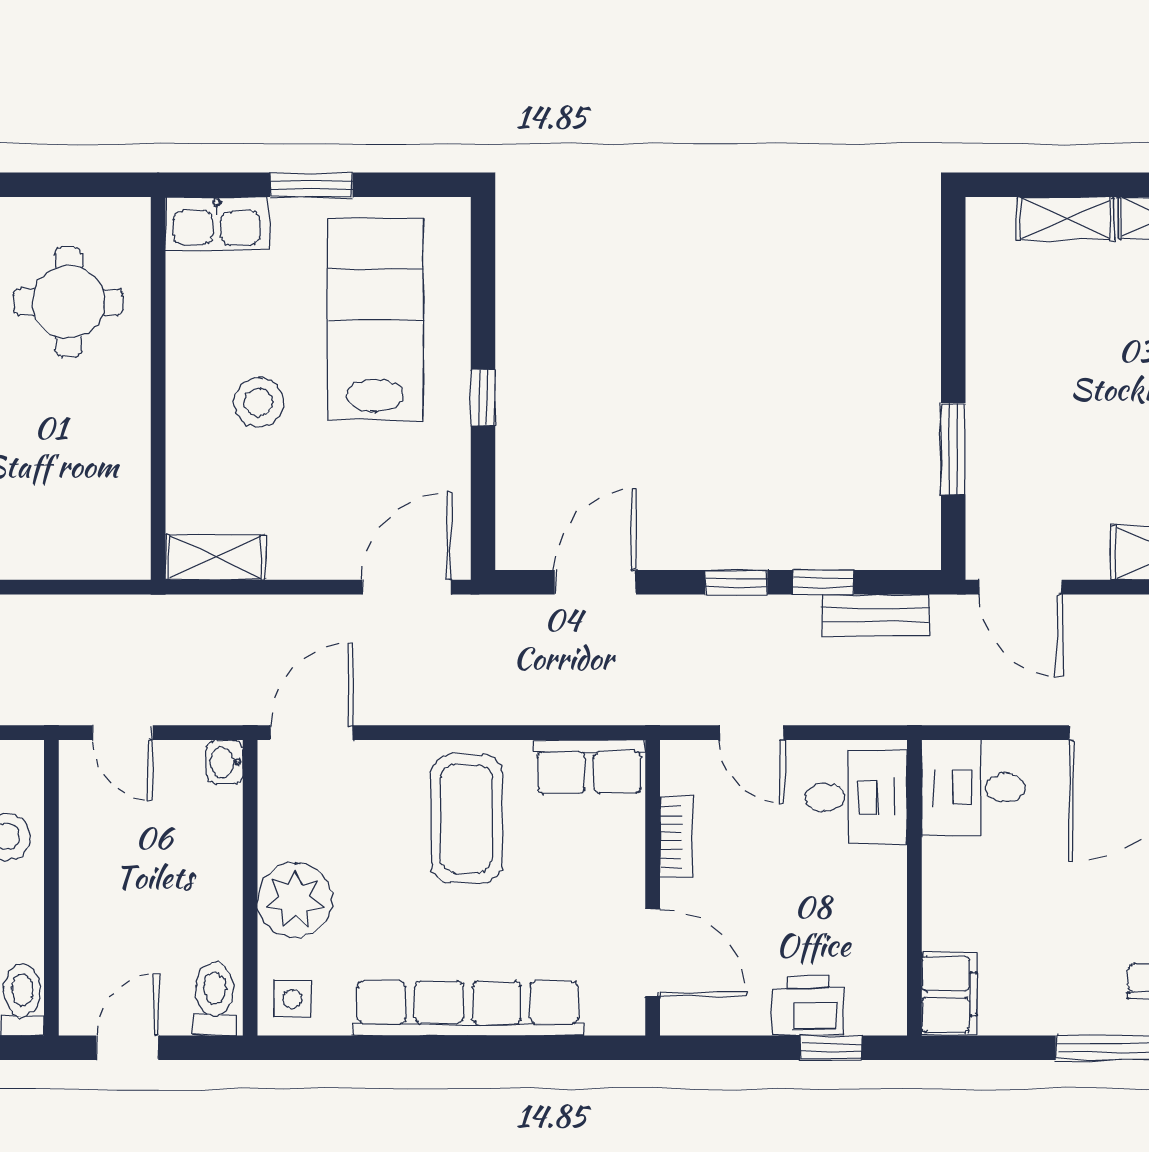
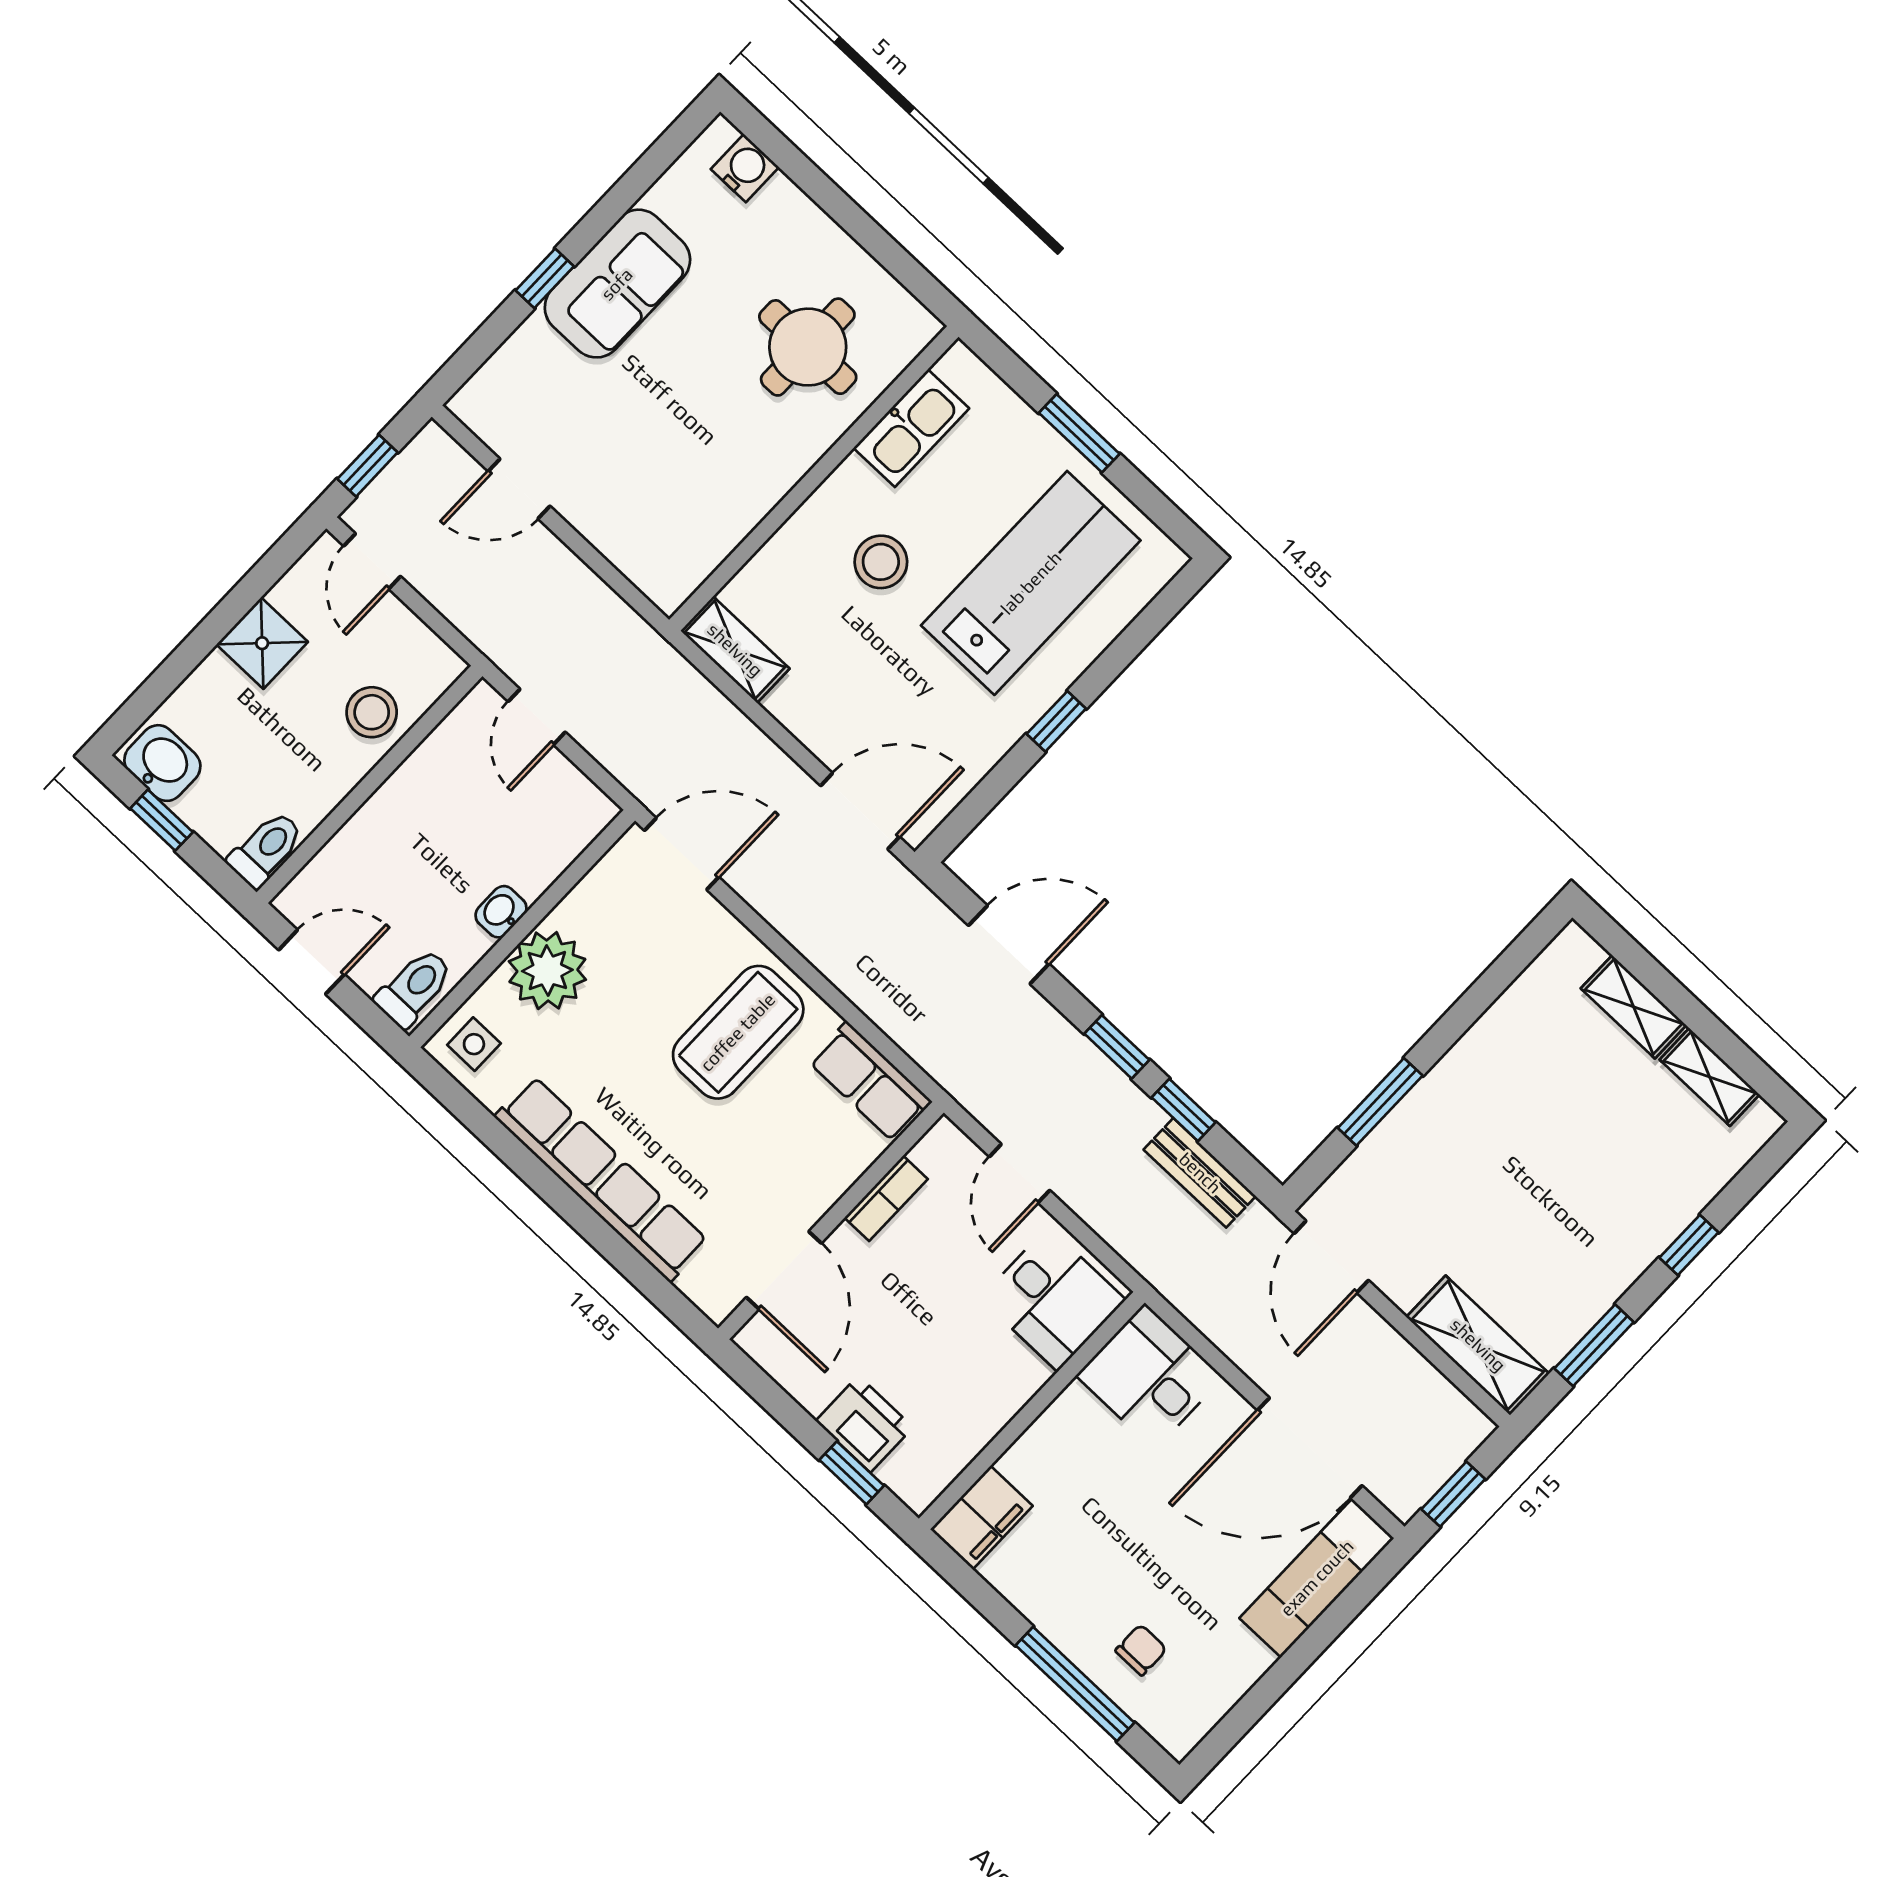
kitchen sink: (217, 224) -> (911, 428), moved, turned -90
washbasin: (225, 762) -> (501, 912), moved

